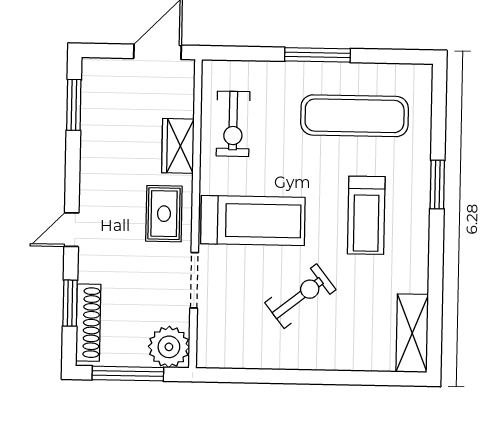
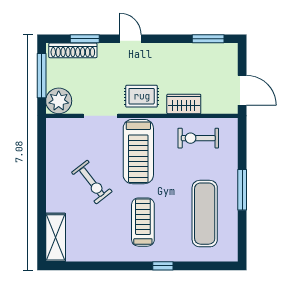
window: (437, 185) -> (163, 266), width x0.67
treadmill: (366, 215) -> (143, 222), turned 90
shelving: (412, 333) -> (56, 237), moved, turned 90

